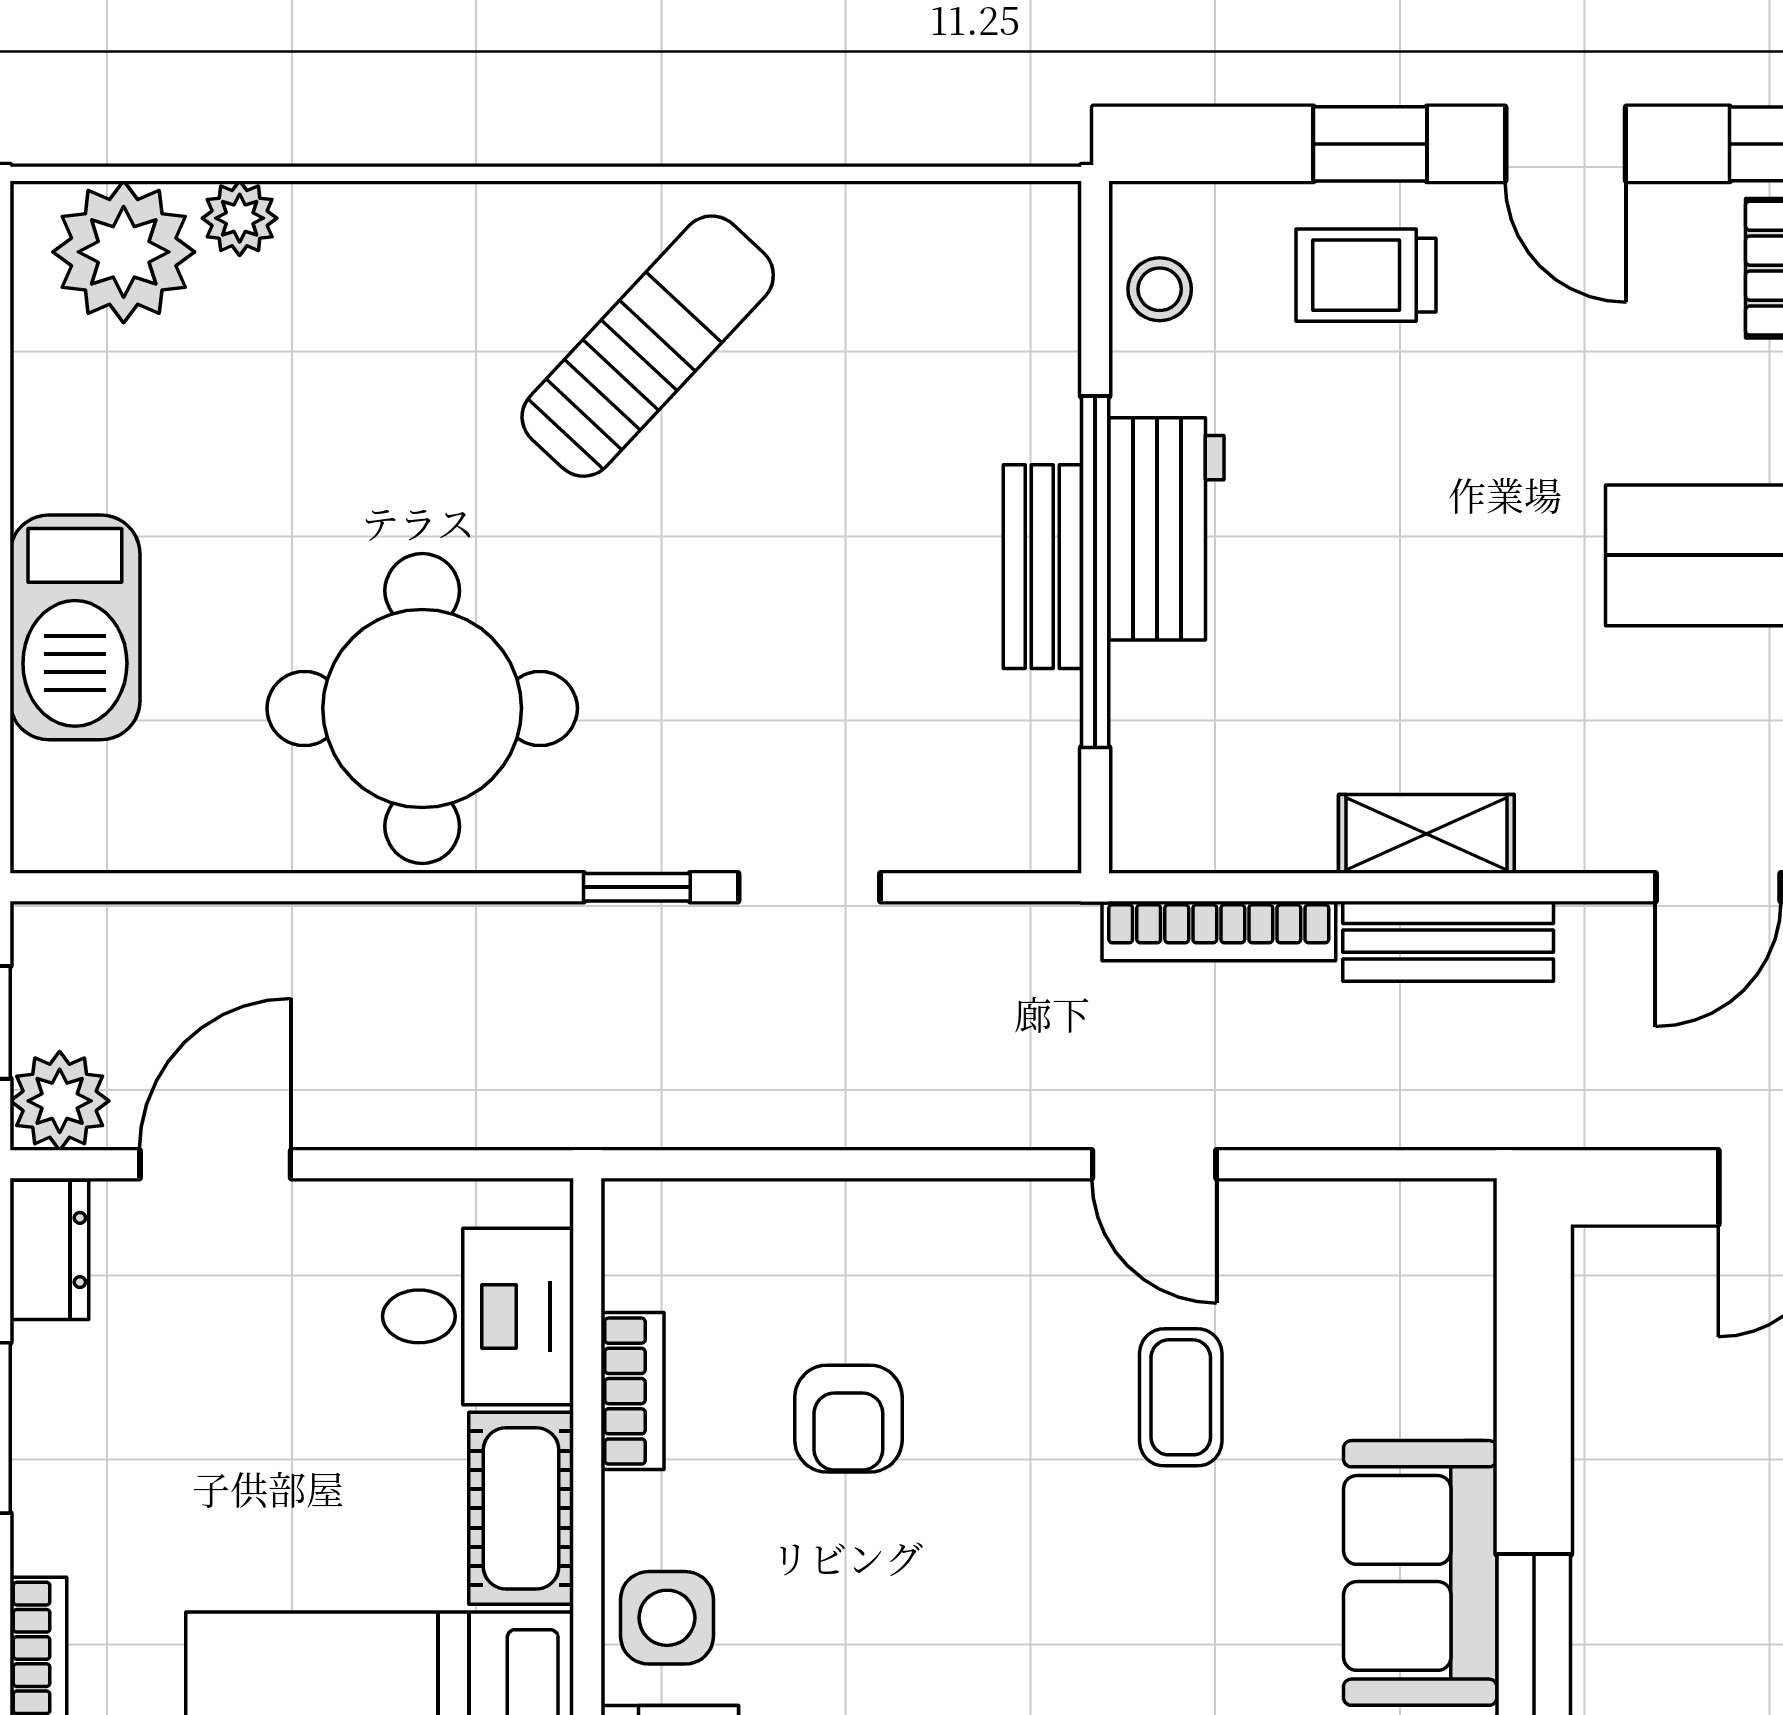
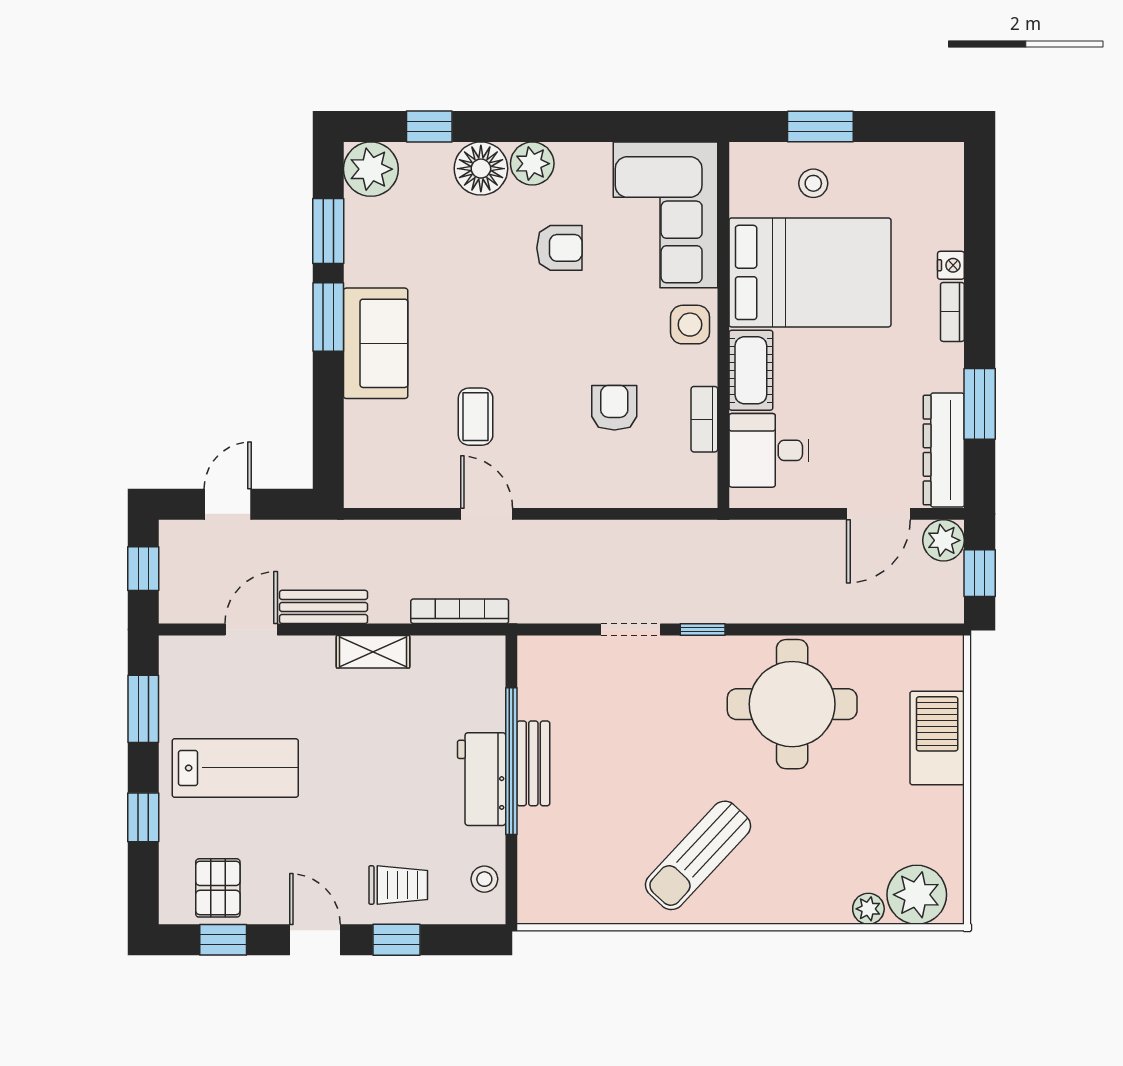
bench: (1448, 941) -> (324, 607), moved
dresser: (49, 1250) -> (944, 450), width x1.96, depth x1.24

